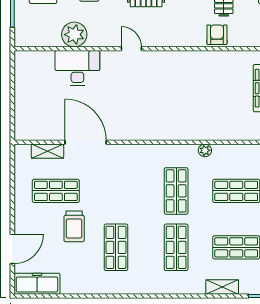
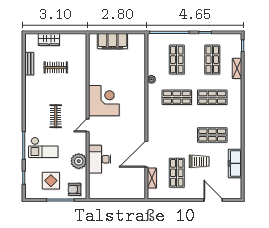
armchair: (217, 35) -> (75, 189), moved
corner desk: (171, 75) -> (104, 101), added
freezer: (37, 284) -> (235, 163), moved

